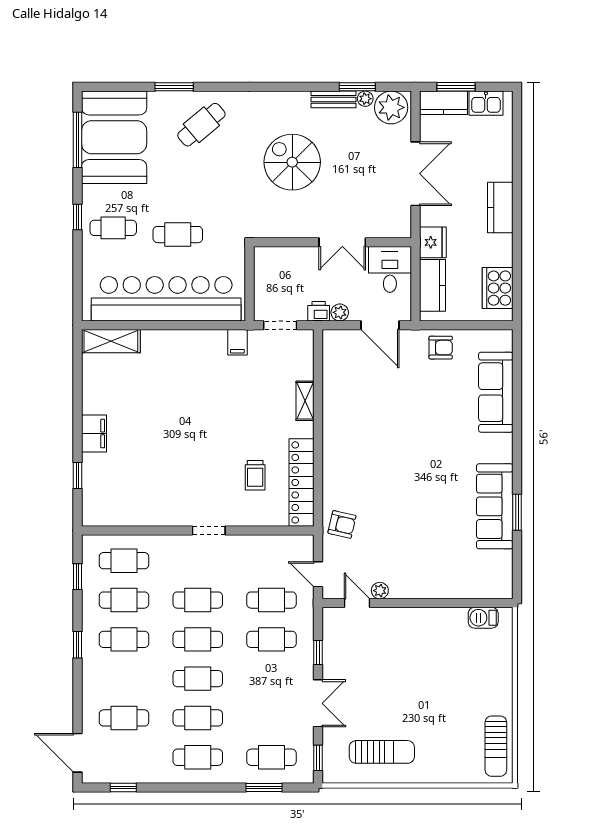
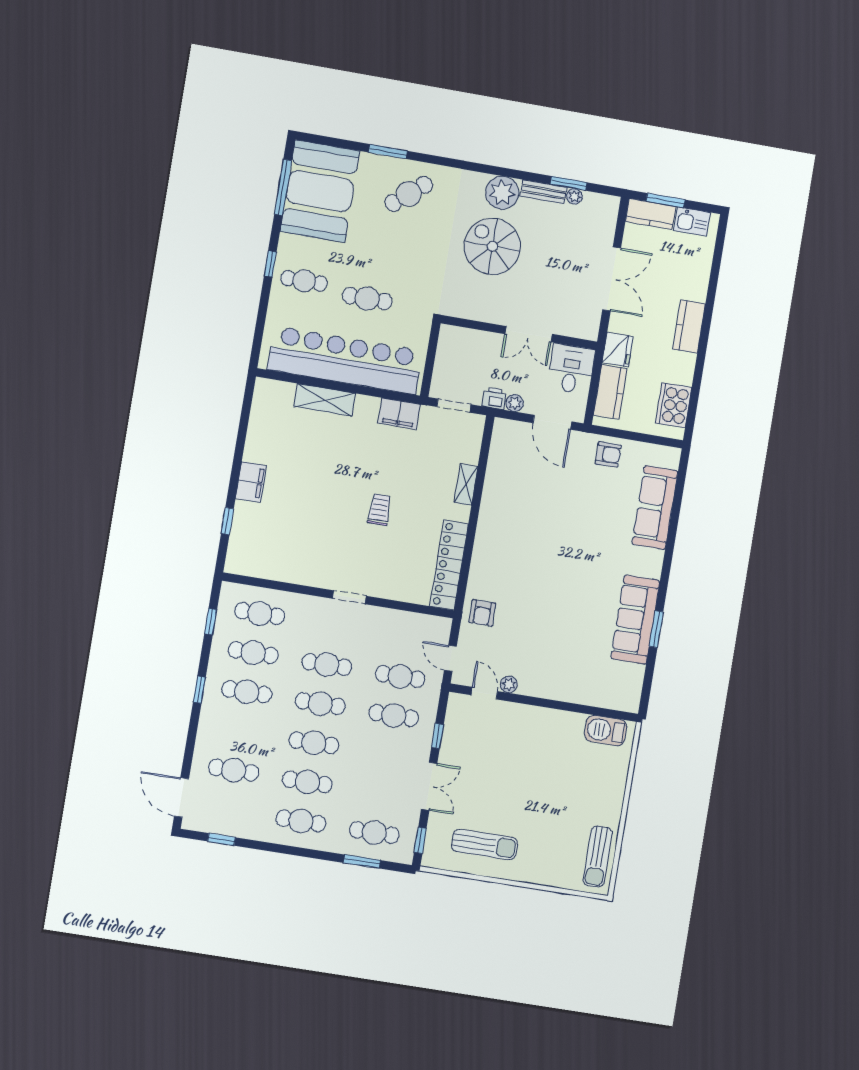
plant: (391, 107) -> (502, 193), moved
shelving: (111, 341) -> (325, 400), moved
filing cabinet: (237, 342) -> (399, 414), width x2.00
trolley: (255, 475) -> (380, 510), moved, turned 180
armchair: (342, 524) -> (482, 613), turned 77
barbecue: (483, 618) -> (606, 730), width x1.38, depth x1.27

